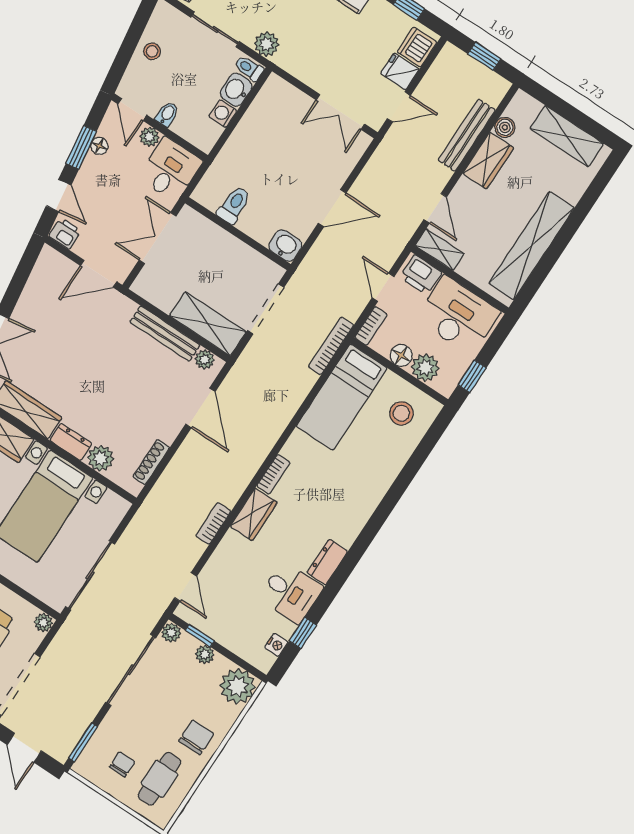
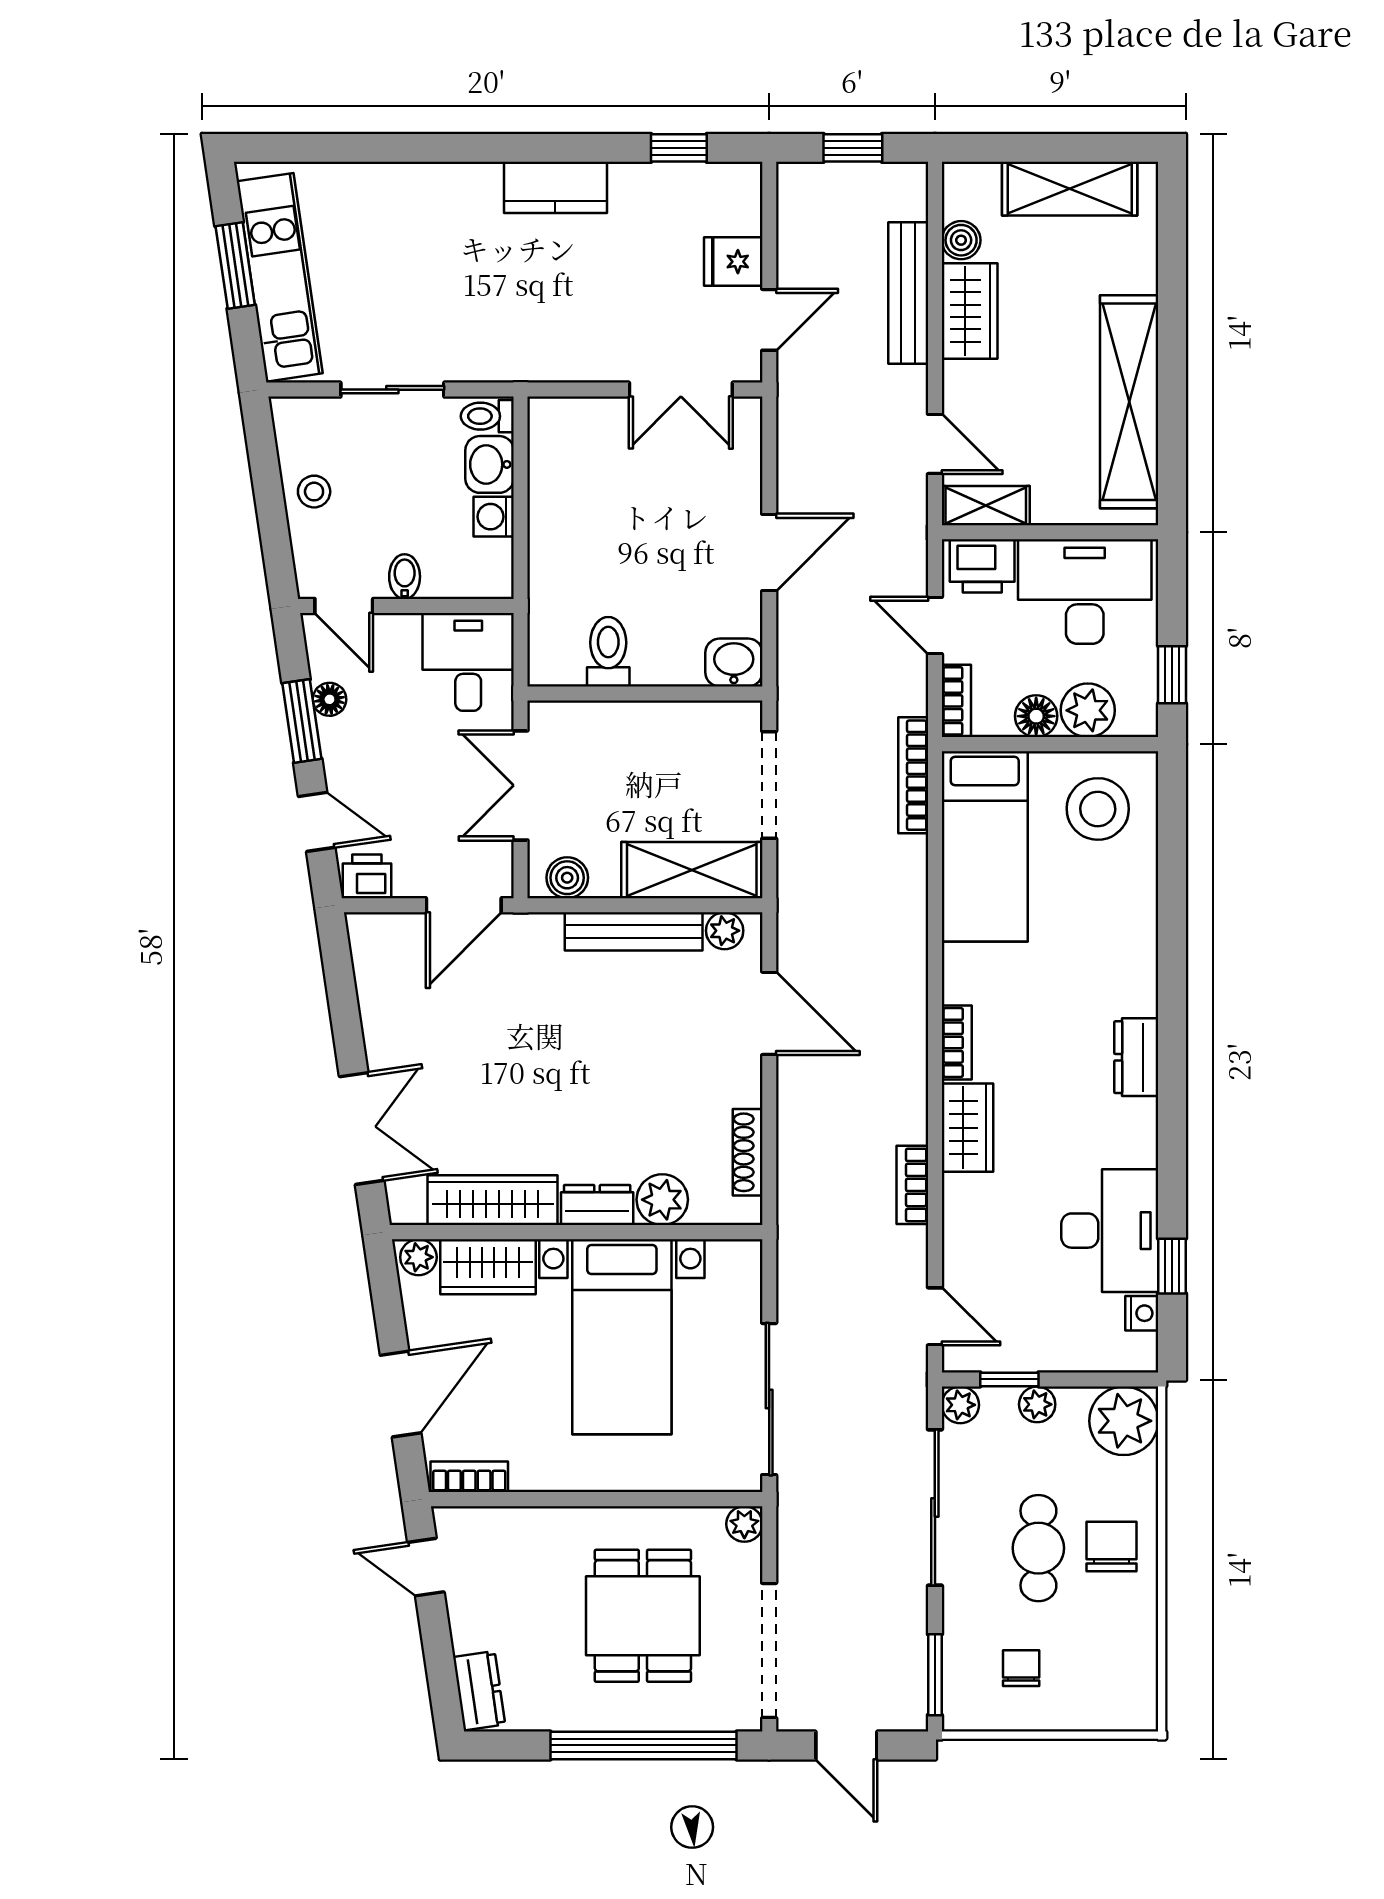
plant: (267, 44) -> (490, 359), removed
dishwasher: (417, 47) -> (735, 204), removed
plant: (149, 137) -> (400, 632), removed
boiler: (151, 291) -> (567, 878), added
stool: (401, 413) -> (1098, 809), width x1.38, depth x1.38
dresser: (327, 562) -> (1136, 1057), moved
desk: (291, 593) -> (1110, 1231), width x1.37
cafe table: (159, 779) -> (1038, 1548), moved

